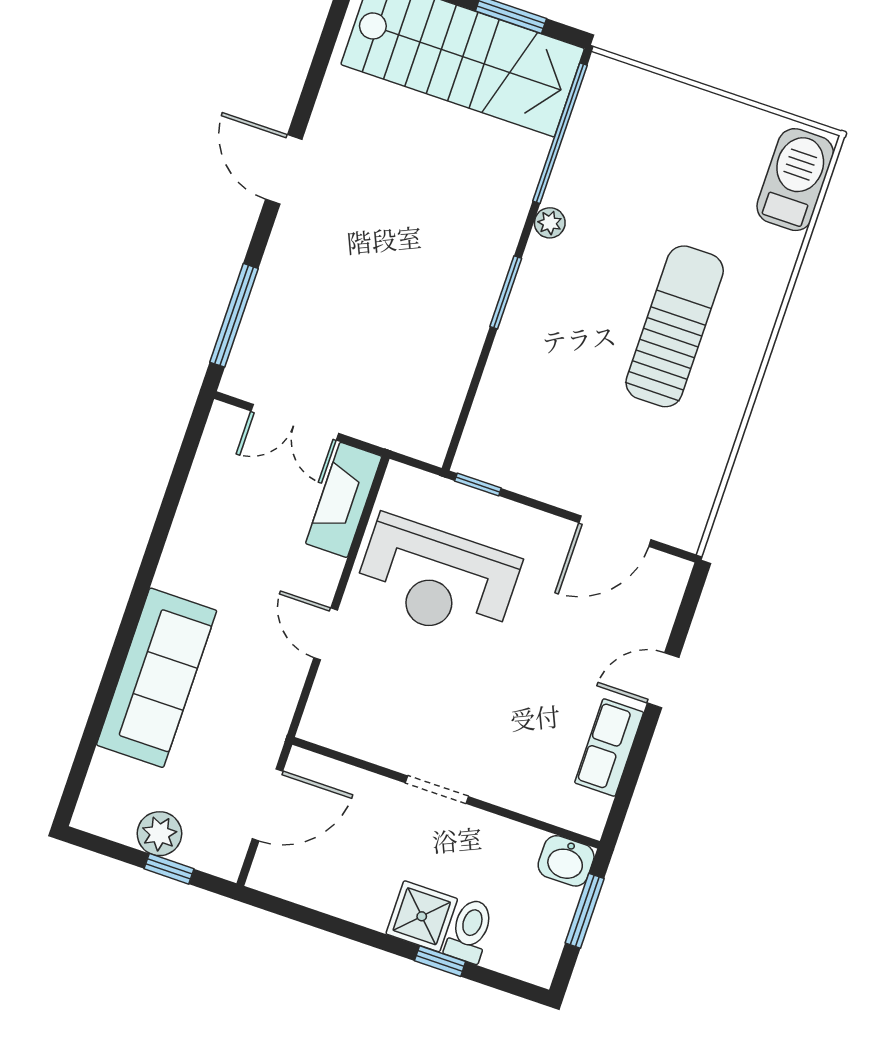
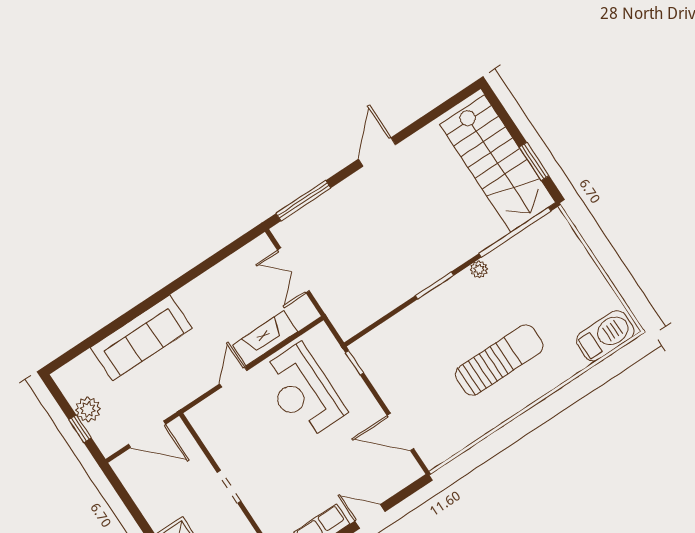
fireplace: (344, 500) -> (265, 338), moved

